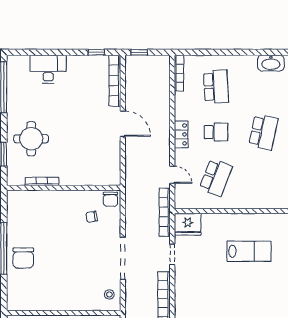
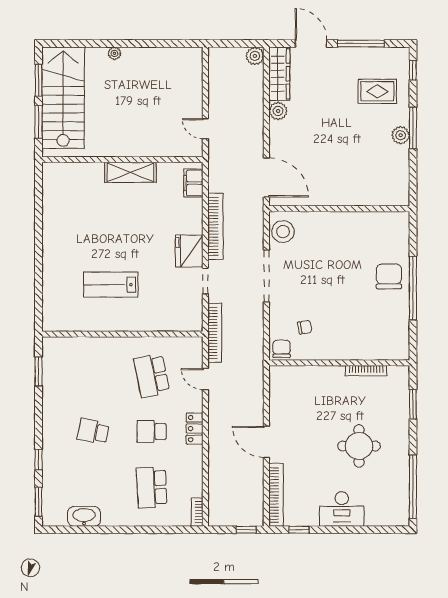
desk: (48, 69) -> (342, 509), moved
bookcase: (179, 73) -> (197, 512), width x0.64
school desk: (263, 132) -> (93, 431), width x0.54
round table: (31, 139) -> (359, 446), moved
school desk: (216, 177) -> (152, 376), turned -33
fridge: (188, 224) -> (189, 251), moved, turned -90
stool: (109, 294) -> (283, 231), width x1.89, depth x1.89

